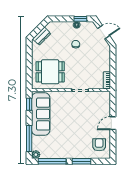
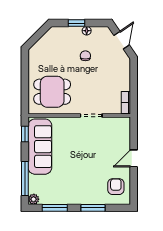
window: (80, 19) -> (76, 23), moved
door: (104, 32) -> (122, 40), hinge flipped
dresser: (42, 36) -> (41, 45), removed
window: (52, 161) -> (55, 208), width x0.69

